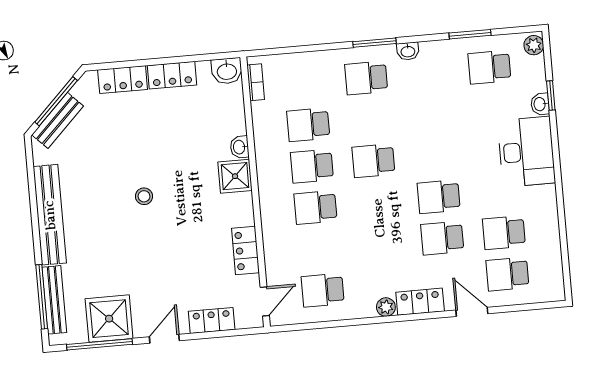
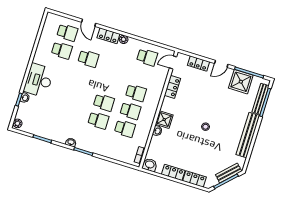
school desk: (489, 67) -> (40, 122), removed
school desk: (366, 78) -> (98, 120), moved
school desk: (439, 197) -> (83, 76), removed

